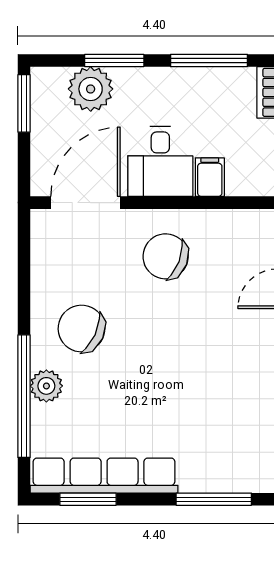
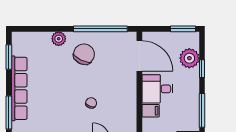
window: (114, 60) -> (202, 69), width x0.67
chair: (166, 256) -> (91, 103), moved, width x0.54, depth x0.54
window: (24, 396) -> (100, 29), moved
row of seats: (104, 476) -> (19, 88), moved

